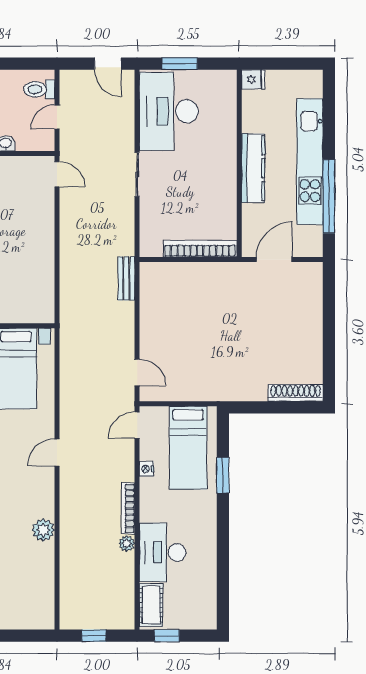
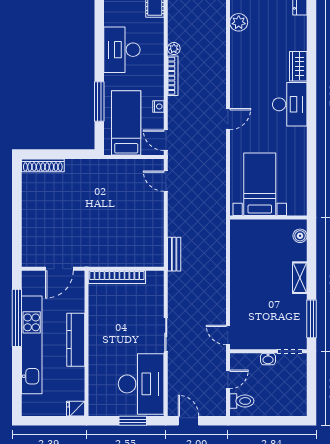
door: (137, 425) -> (166, 140), swing flipped
window: (223, 475) -> (99, 102), width x1.44
plant: (43, 530) -> (239, 22), moved
desk: (163, 552) -> (122, 50), moved, turned 180

